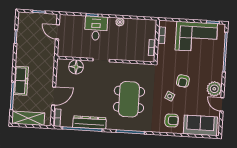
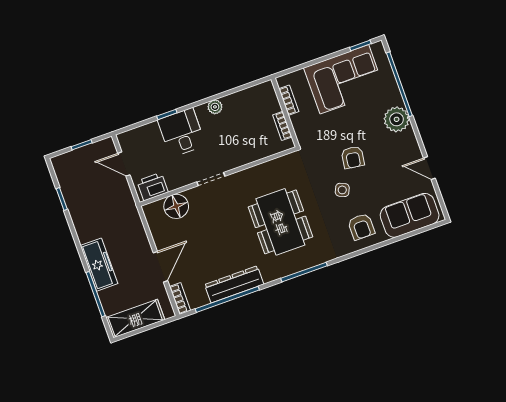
printer: (68, 51) -> (152, 187), added
plant: (214, 89) -> (397, 119), moved
armchair: (172, 120) -> (361, 227), turned 90

